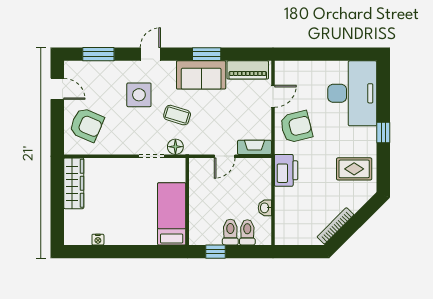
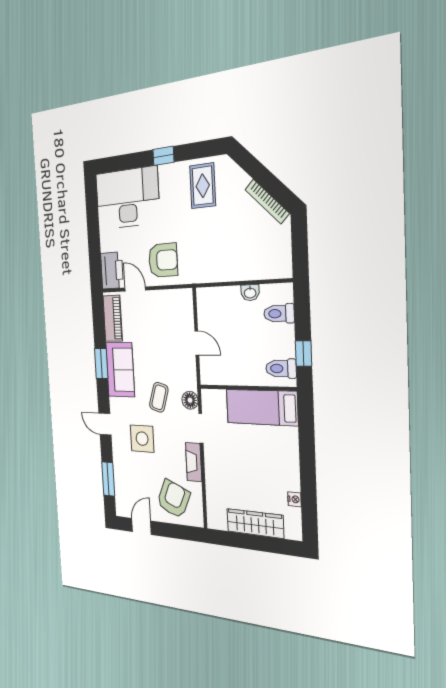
armchair: (296, 127) -> (163, 260), turned 104
fireplace: (254, 147) -> (194, 462), moved
printer: (286, 170) -> (112, 270), moved, turned 90
wardrobe: (74, 183) -> (255, 523), moved
toilet: (230, 232) -> (281, 369), moved

